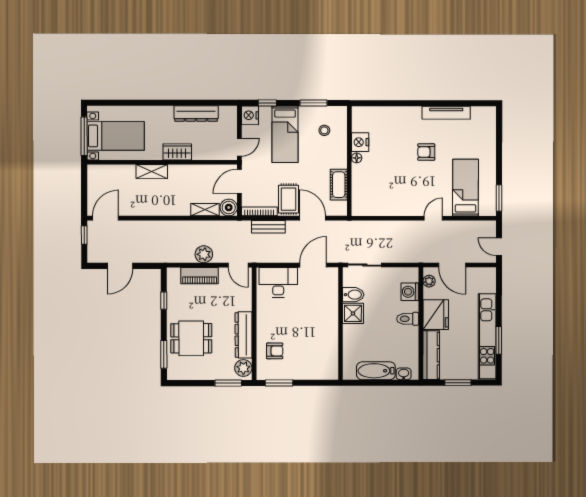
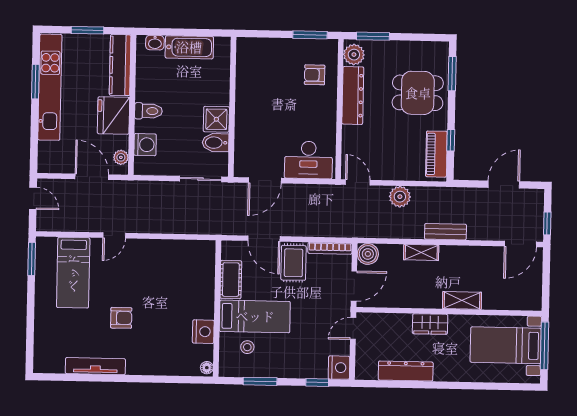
bed: (285, 134) -> (255, 316), moved, turned 90
floor lamp: (357, 158) -> (207, 368), moved
shelving: (205, 210) -> (421, 252), moved
bench: (268, 227) -> (445, 232), moved
piano: (200, 276) -> (436, 154), moved, turned -90

